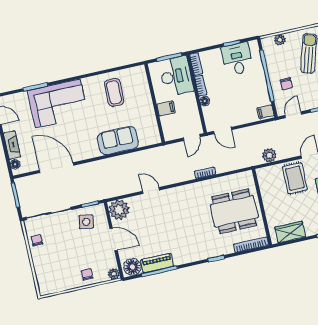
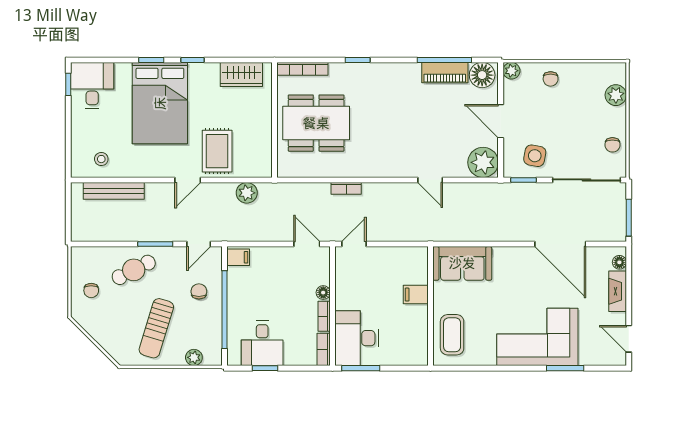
wall: (155, 103) -> (431, 306), moved
filing cabinet: (166, 108) -> (416, 295), moved
plant: (42, 273) -> (616, 95), added

